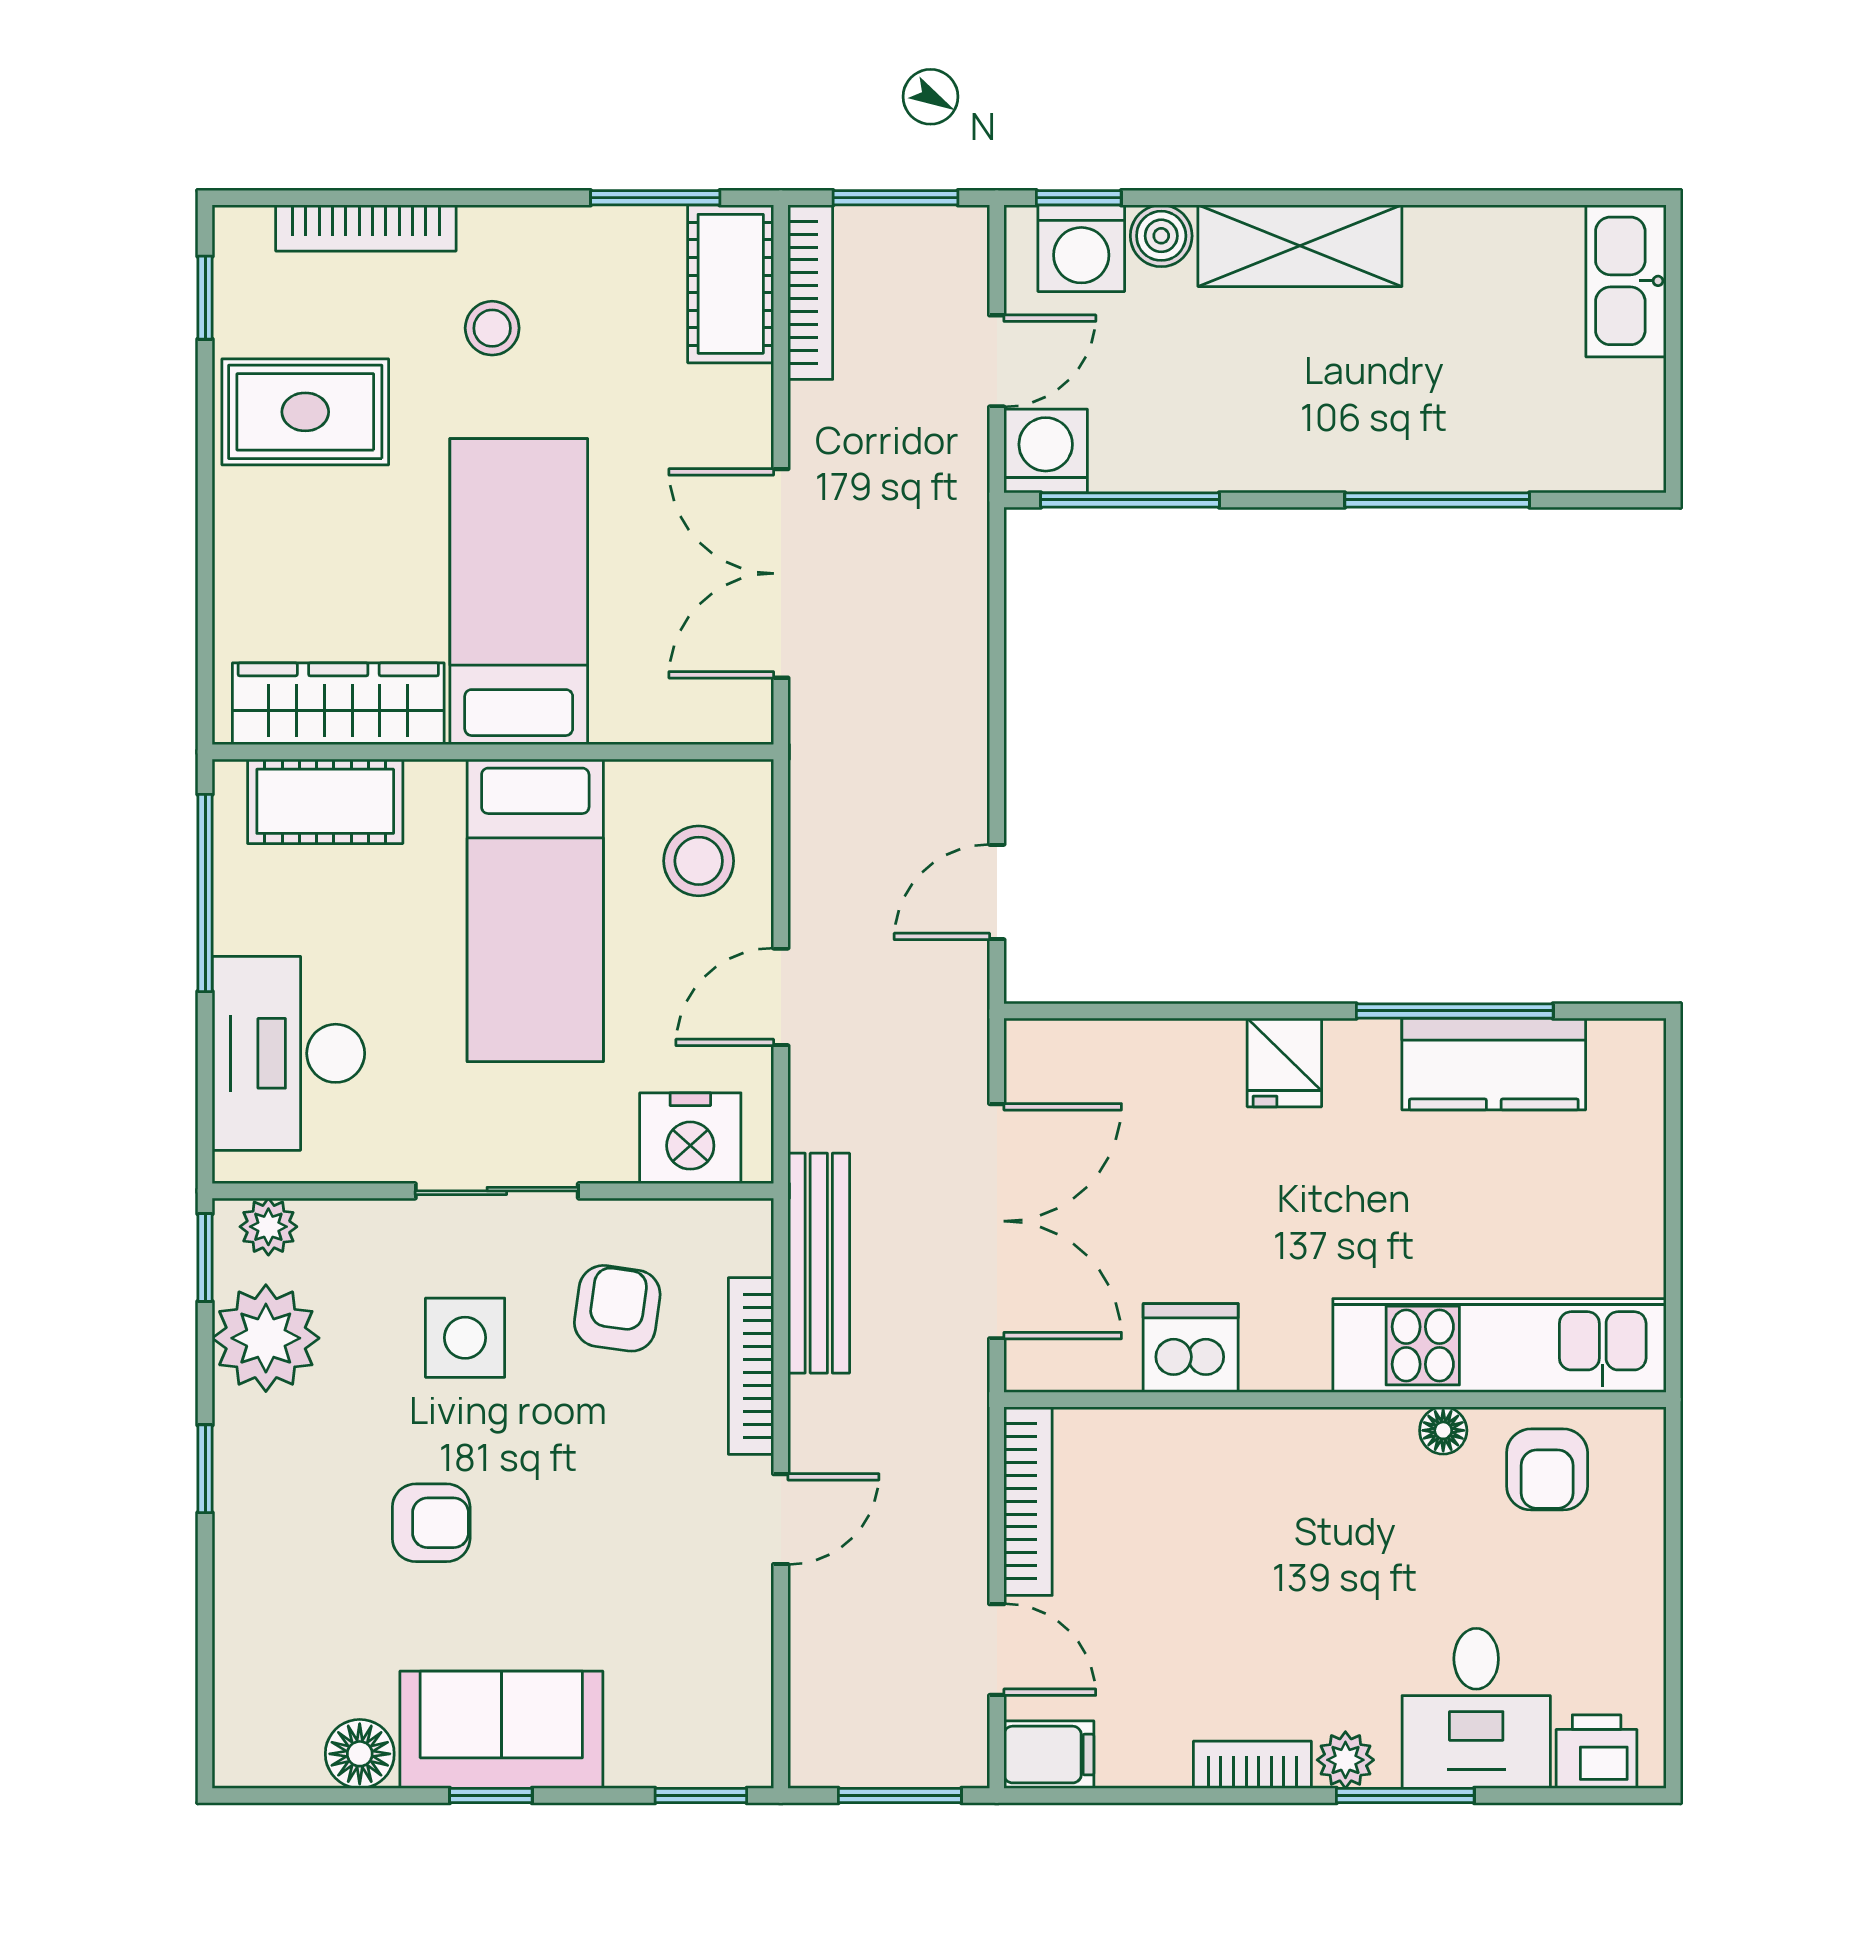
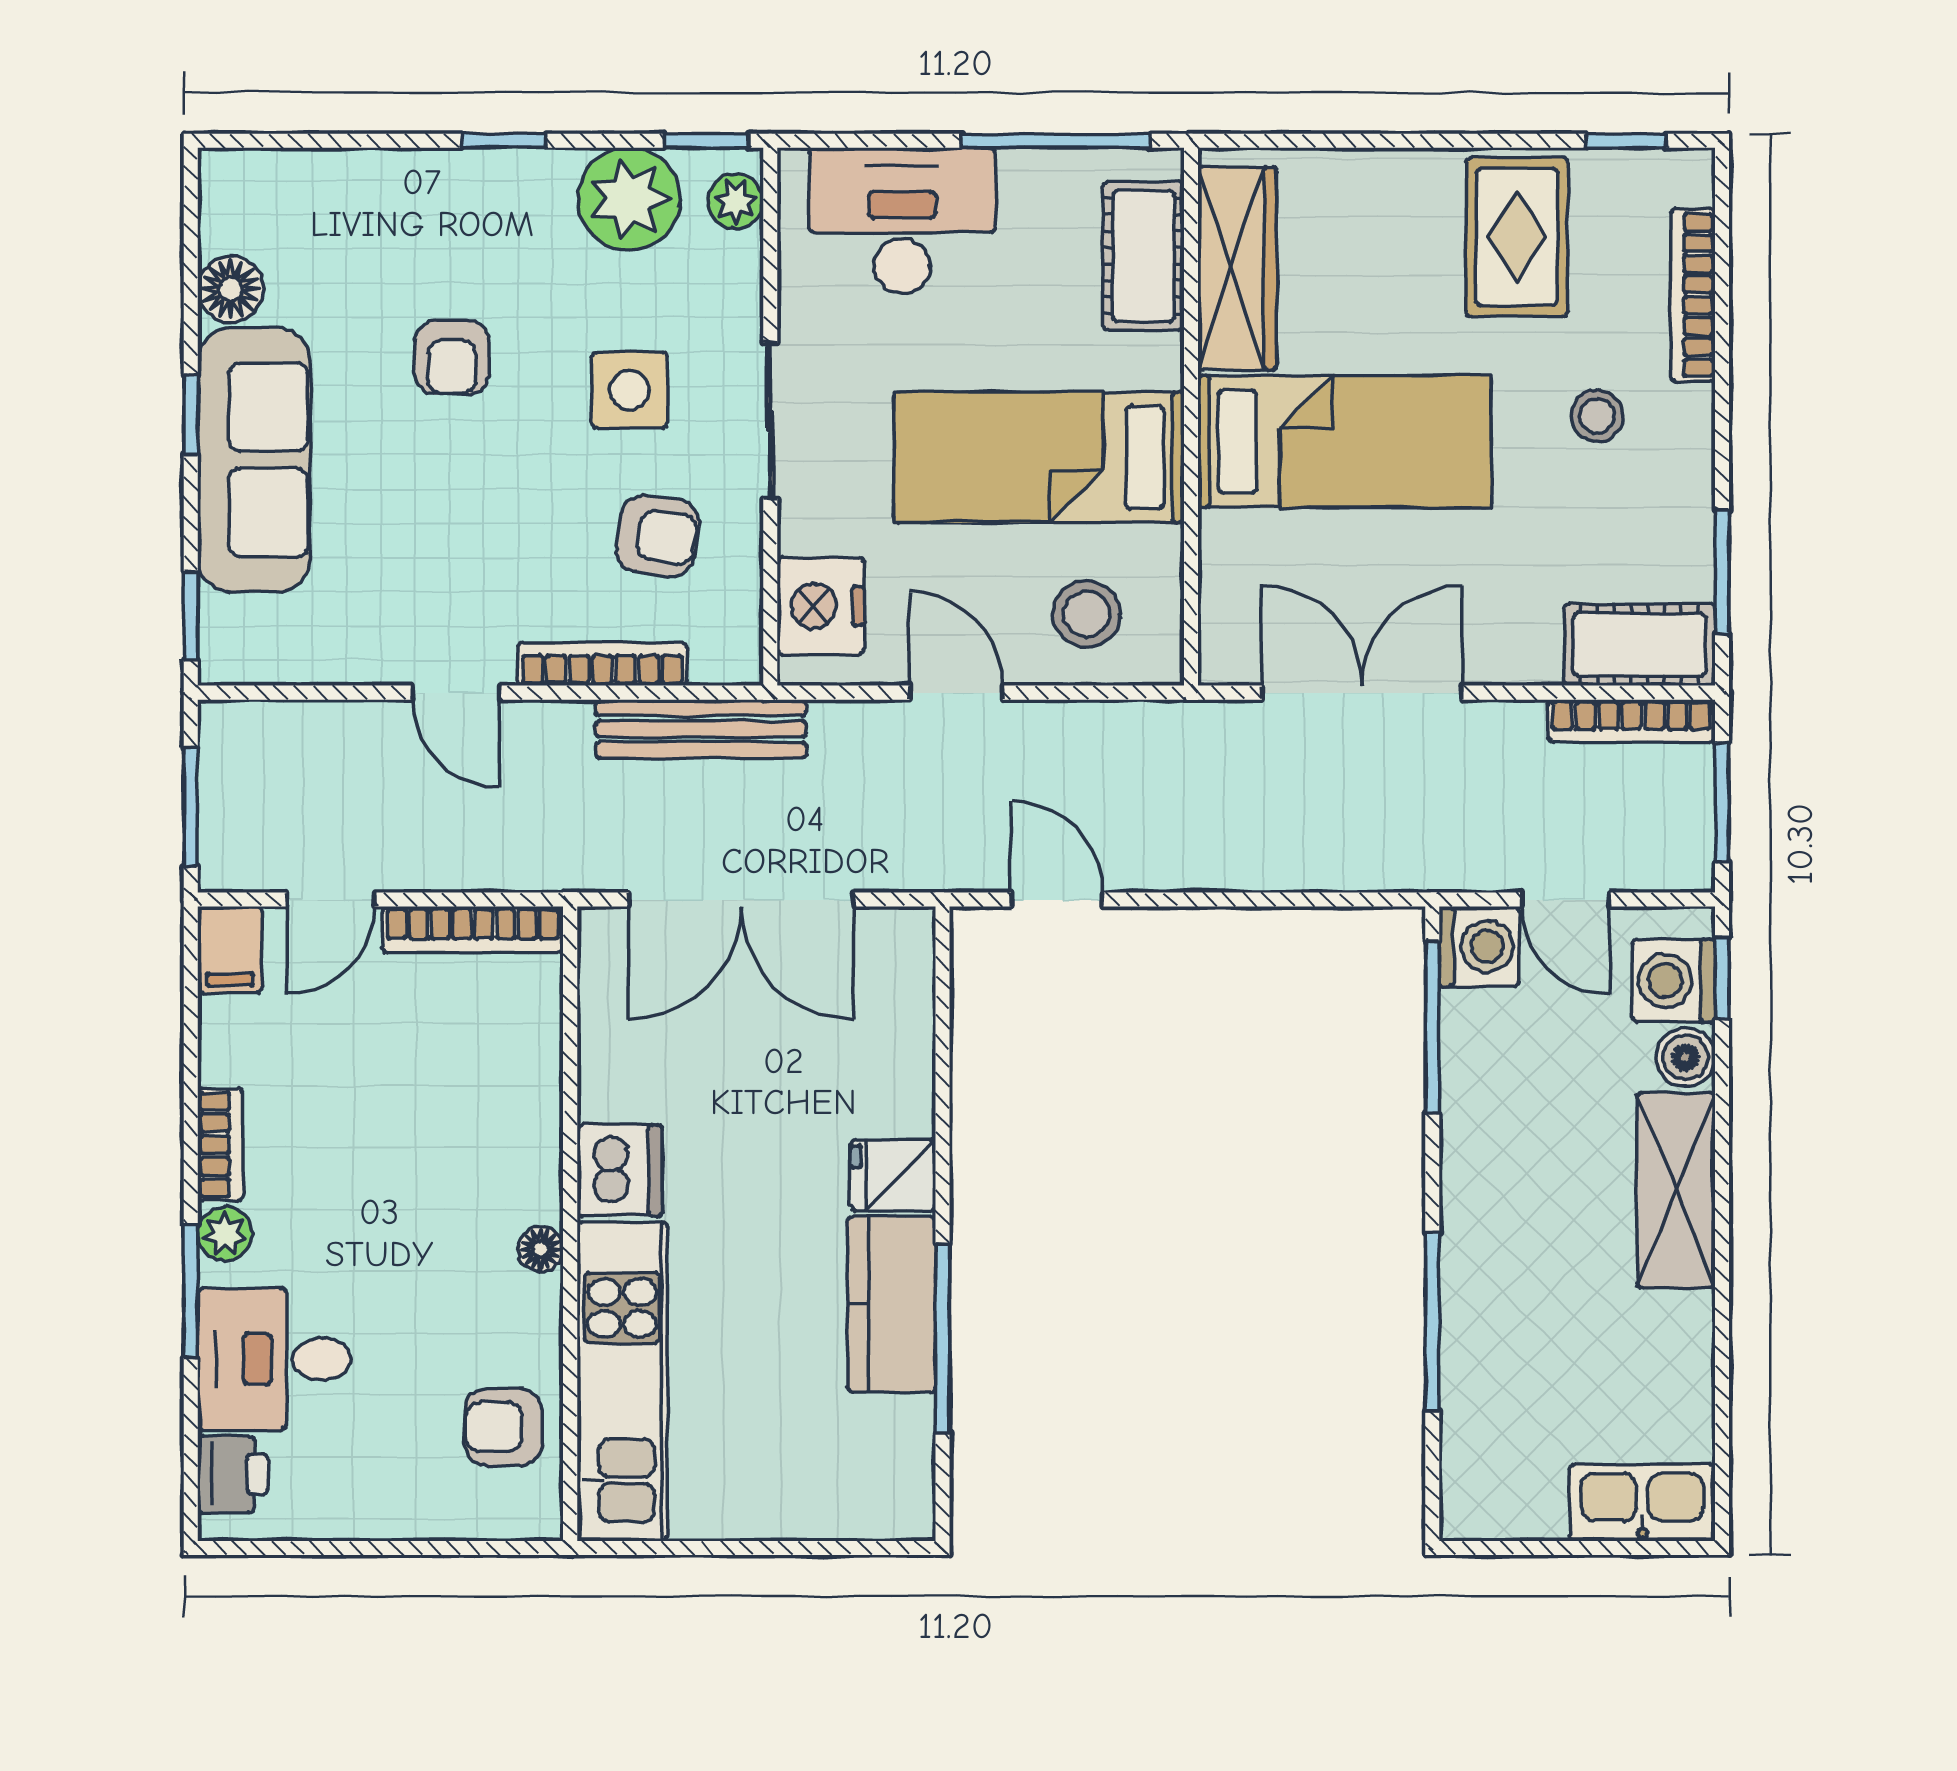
kitchen counter: (1494, 1064) -> (892, 1304), moved
dishwasher: (1191, 1348) -> (620, 1171), moved
floor lamp: (1443, 1430) -> (541, 1249), moved
sofa: (501, 1730) -> (254, 460), width x1.36

